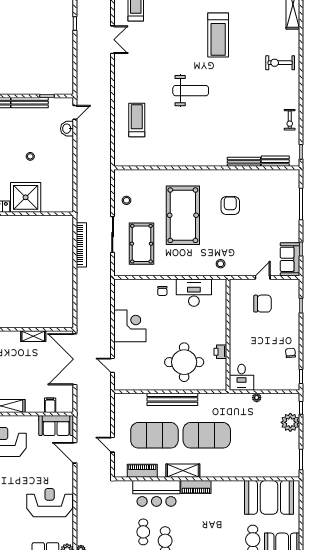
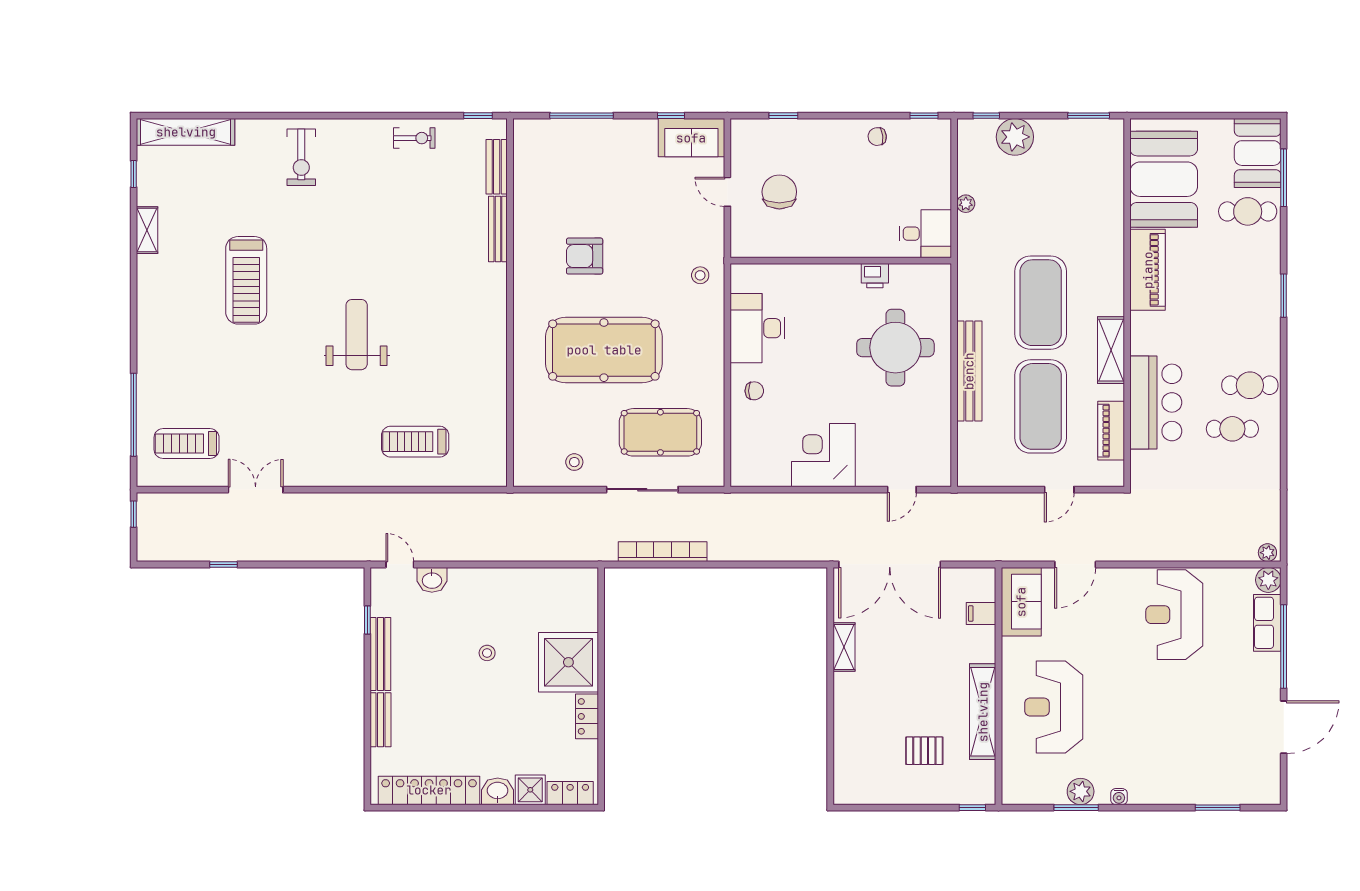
treadmill: (218, 35) -> (246, 280), turned 90
piano: (196, 487) -> (1148, 270), moved, width x1.37, depth x1.33

